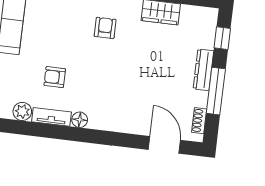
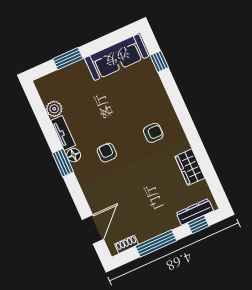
dresser: (203, 70) -> (195, 212), moved
armchair: (55, 77) -> (107, 153), moved
window: (81, 135) -> (63, 163), added

